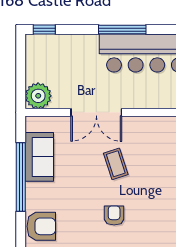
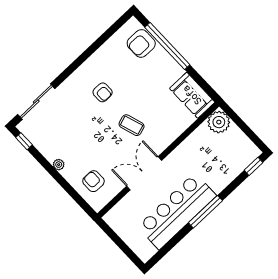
double door: (96, 112) -> (144, 173), moved
sofa: (39, 157) -> (192, 95), moved
window: (21, 177) -> (167, 46), moved

